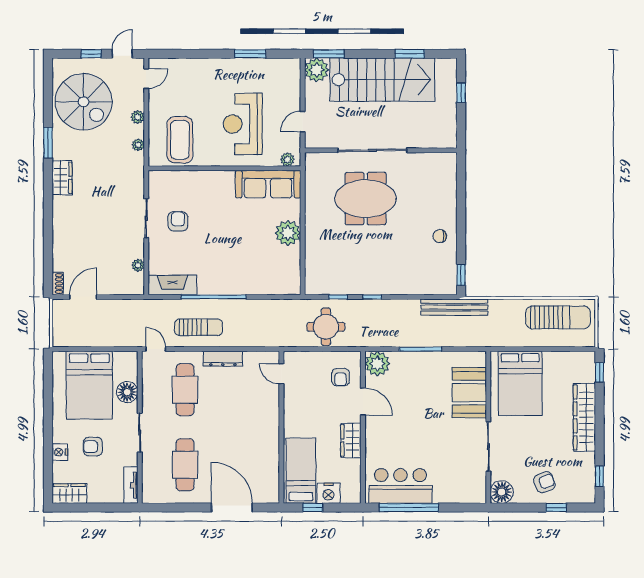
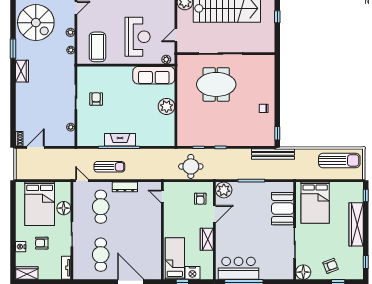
reception desk: (243, 124) -> (138, 37), turned 180
fireplace: (172, 285) -> (120, 140), moved
door: (363, 401) -> (214, 214), hinge flipped

